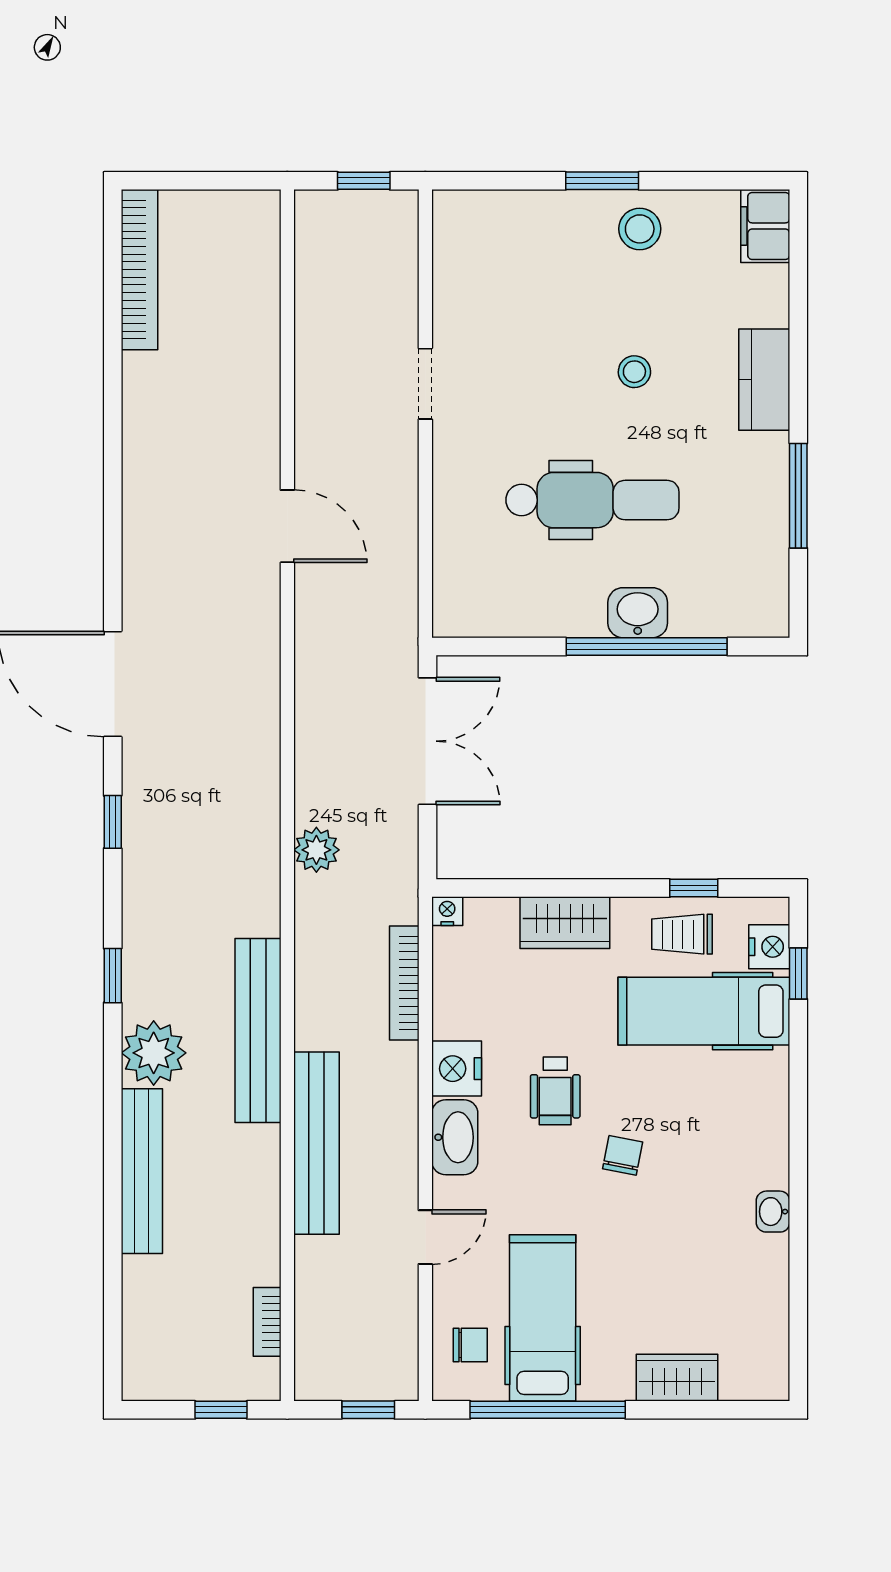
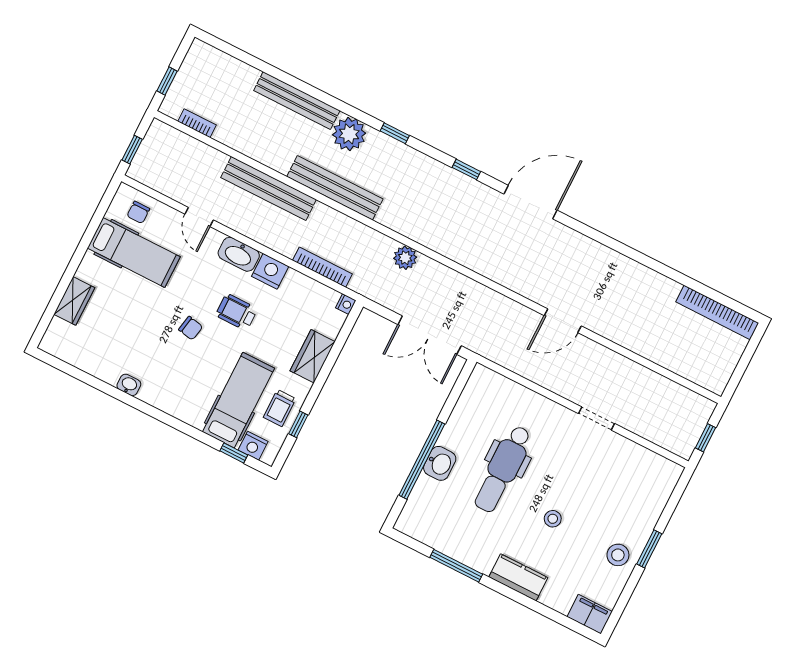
trolley: (682, 934) -> (280, 408), turned 180
window: (548, 1410) -> (90, 233), removed

